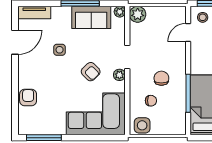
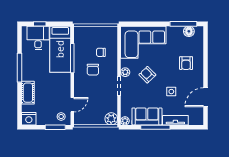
tv unit: (34, 13) -> (175, 120), moved
armchair: (28, 97) -> (186, 63), moved
side table: (142, 125) -> (108, 33), removed
floor lamp: (37, 128) -> (189, 31), added

